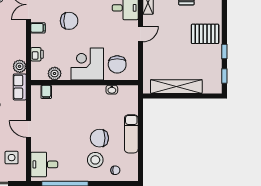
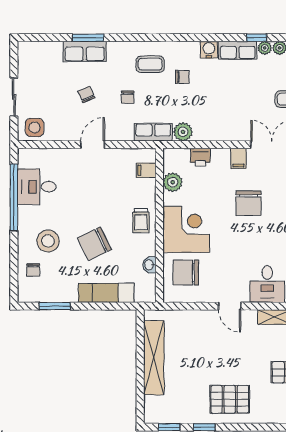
pallet: (205, 34) -> (230, 399), turned 90
trolley: (81, 95) -> (141, 221), added
exam couch: (131, 134) -> (106, 293), moved
chair: (99, 138) -> (94, 244), moved, turned -116
window: (140, 155) -> (55, 306), added
side table: (12, 158) -> (35, 127), moved
desk: (44, 164) -> (37, 187), moved, turned -90

